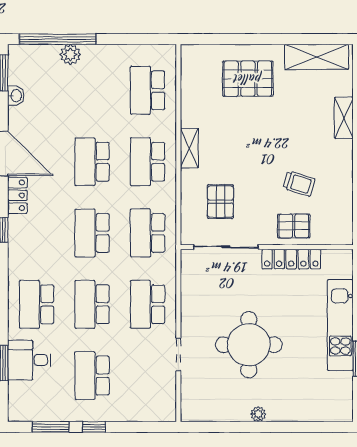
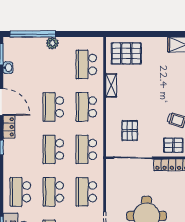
plant: (70, 54) -> (52, 43), moved
pallet: (248, 79) -> (126, 53), moved
shelving: (189, 148) -> (111, 85), moved

